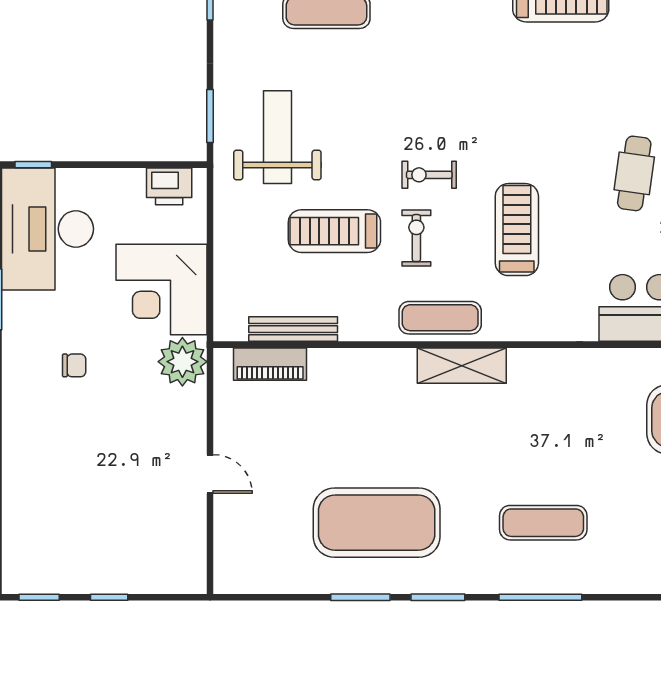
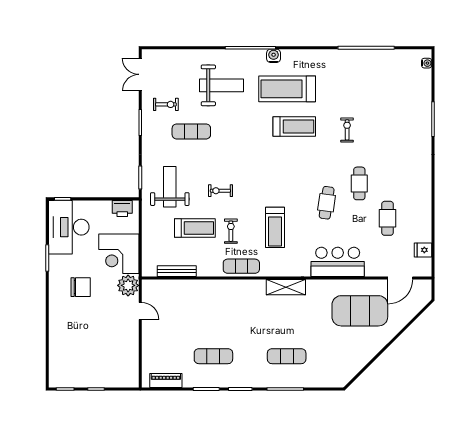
exercise bike: (429, 175) -> (220, 191), moved
treadmill: (517, 230) -> (275, 227), turned 180
treadmill: (334, 231) -> (195, 228), turned 180
piano: (270, 364) -> (166, 380), moved, turned 180
chair: (74, 365) -> (81, 287), width x1.87, depth x1.87
shelving: (462, 366) -> (286, 287), moved
door: (210, 474) -> (140, 311), moved
exercise mat: (377, 523) -> (213, 356), width x0.50, depth x0.69

